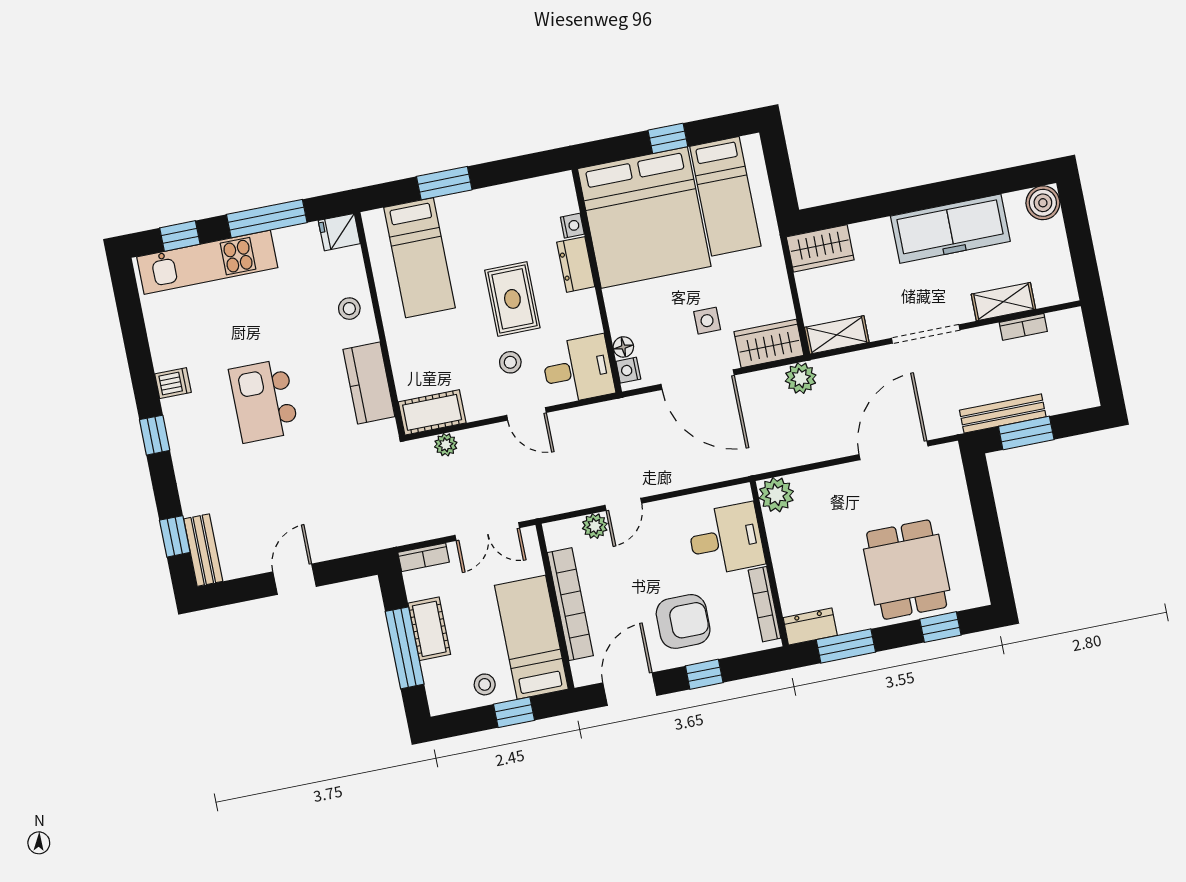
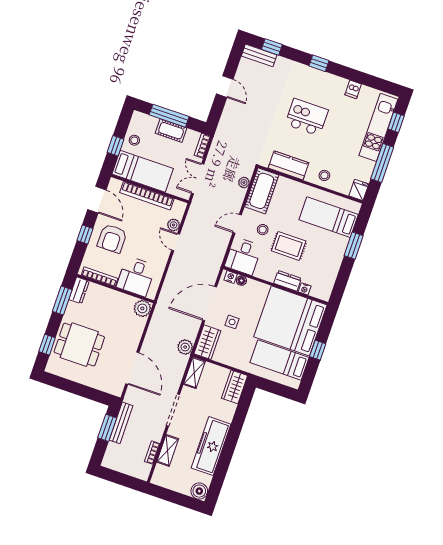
dishwasher: (173, 383) -> (353, 89), moved
cot: (432, 412) -> (262, 191), width x1.37, depth x1.34

